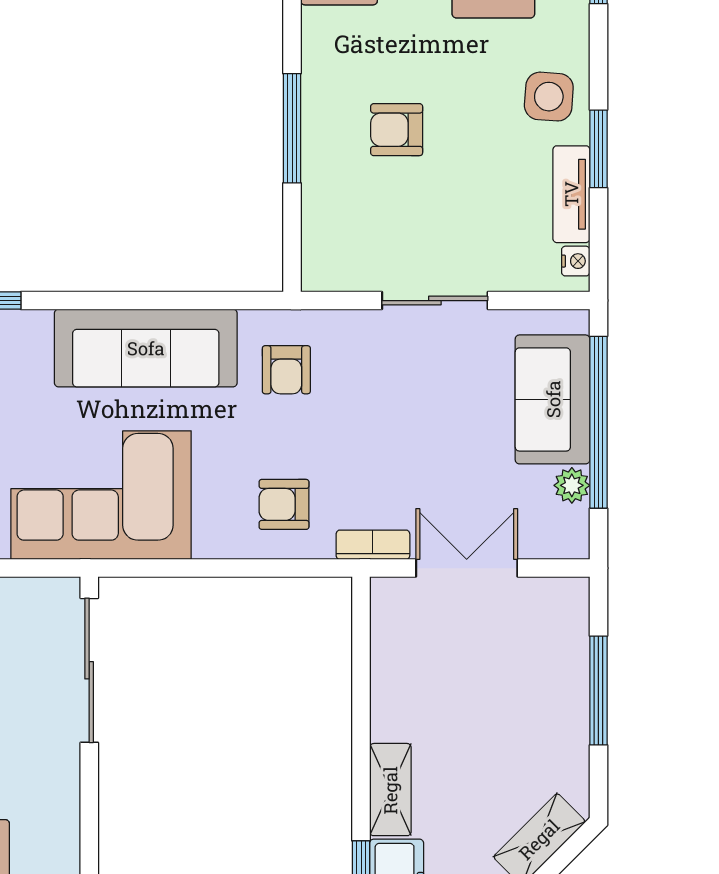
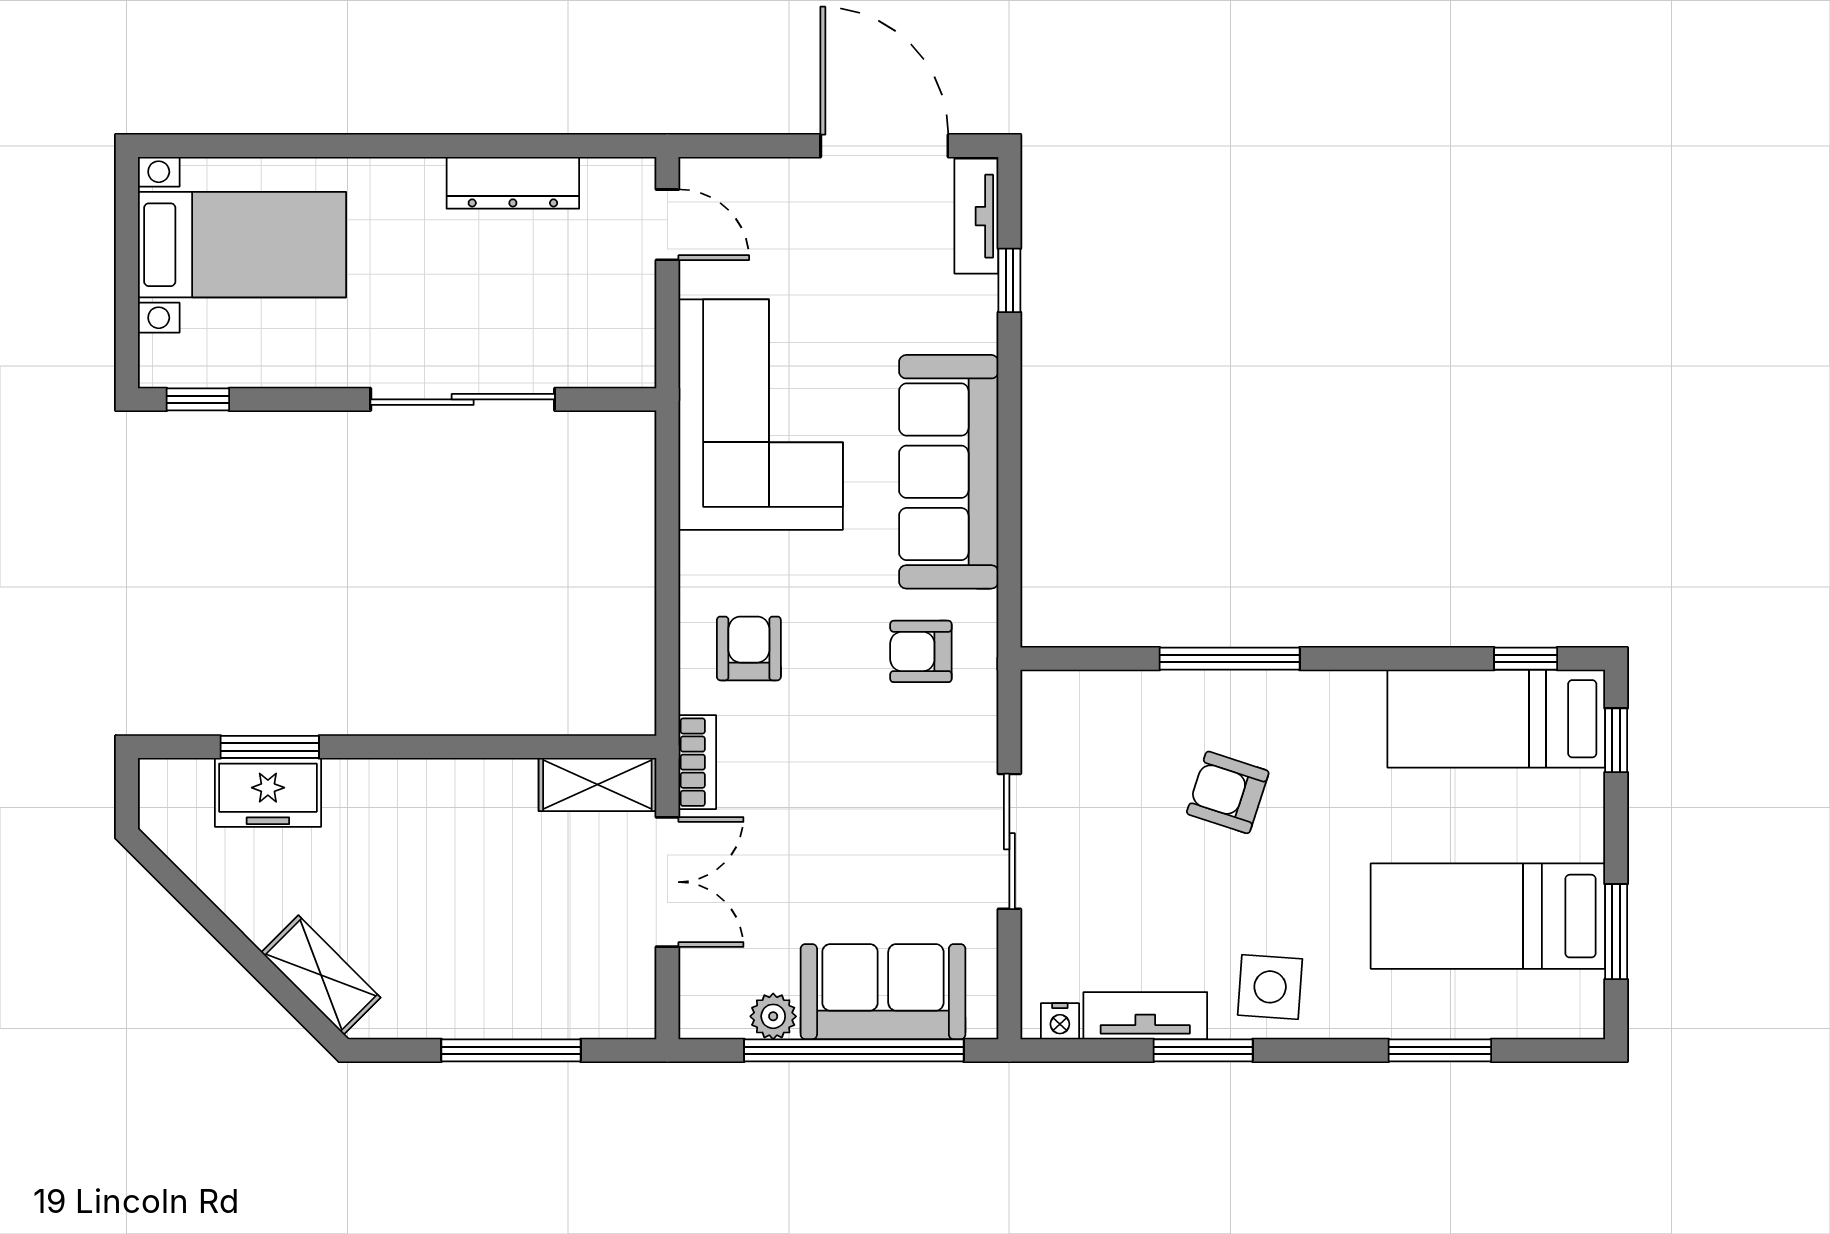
armchair: (397, 130) -> (1228, 792), turned -72
sliding door: (89, 670) -> (463, 399), moved
shelving: (390, 790) -> (597, 785), moved

